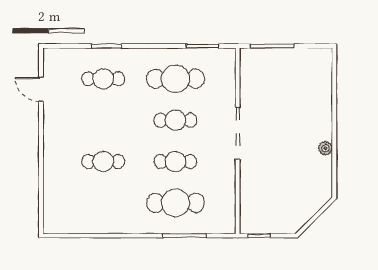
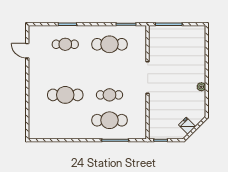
cafe table: (175, 120) -> (109, 70), removed
cafe table: (103, 161) -> (65, 95), width x1.37, depth x1.35
fridge: (302, 212) -> (187, 126), added

